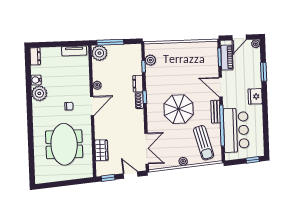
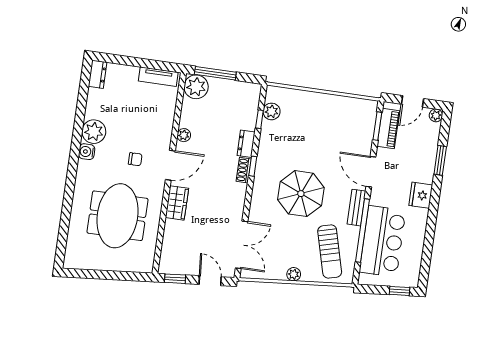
water cooler: (36, 80) -> (87, 152), moved
wardrobe: (101, 150) -> (177, 203), moved

